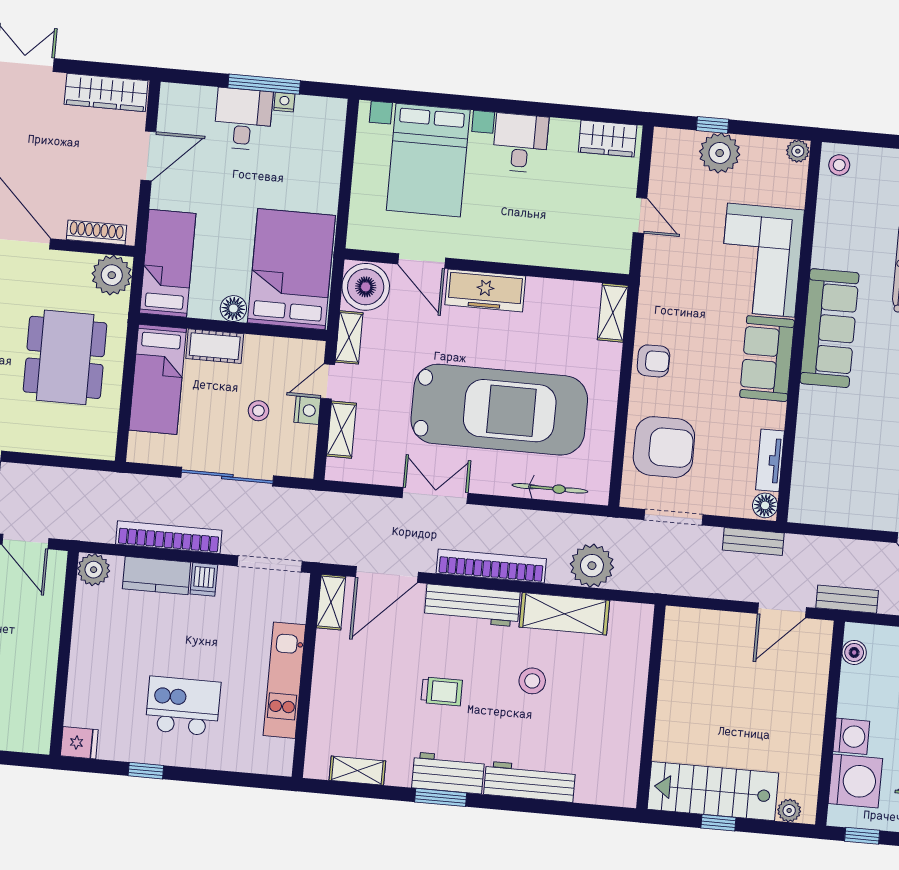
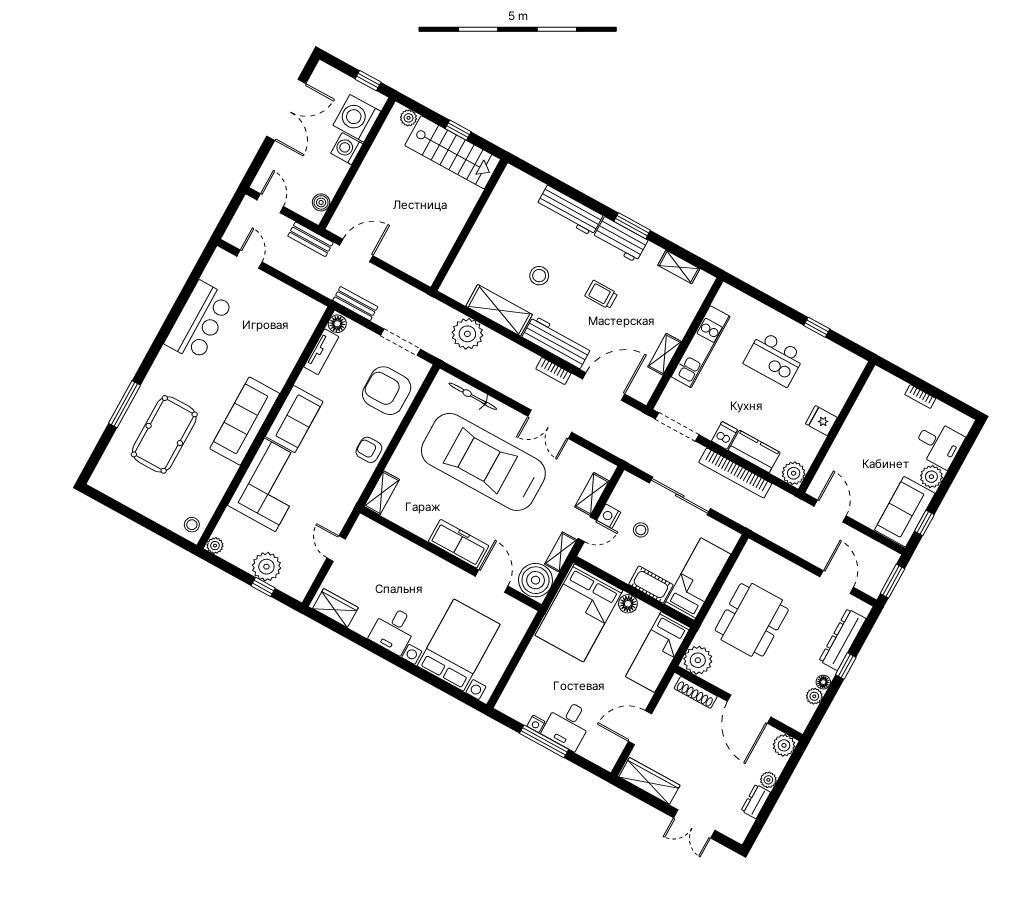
bookcase: (491, 566) -> (553, 371), width x0.43, depth x0.76
shelving: (331, 602) -> (665, 354), moved
fridge: (79, 743) -> (821, 421), moved

